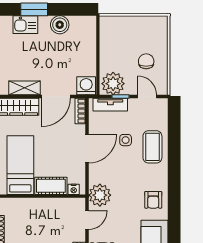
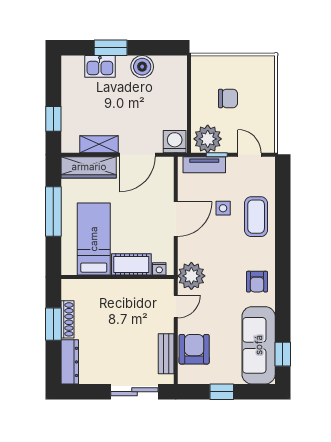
chair: (146, 61) -> (228, 98), moved, turned 90
bookcase: (80, 111) -> (167, 173), removed

